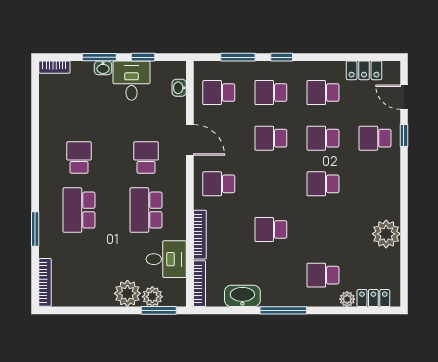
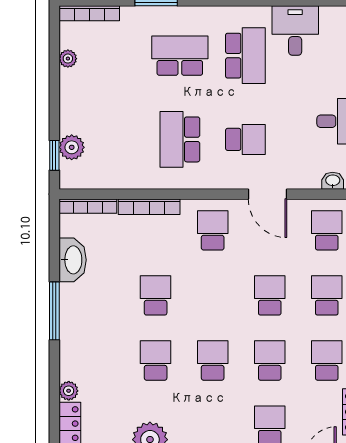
door: (190, 140) -> (268, 194), hinge flipped
school desk: (79, 158) -> (245, 56), width x1.85
school desk: (146, 210) -> (180, 139), turned -90
desk: (166, 259) -> (295, 30), moved, turned 180
school desk: (323, 275) -> (156, 360), moved
plant: (127, 293) -> (68, 59), moved, width x0.53, depth x0.53
window: (159, 310) -> (54, 155), width x0.67

